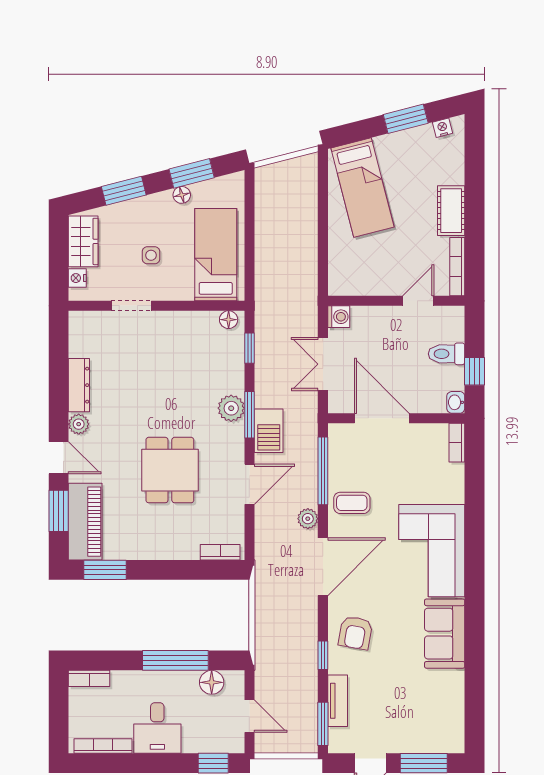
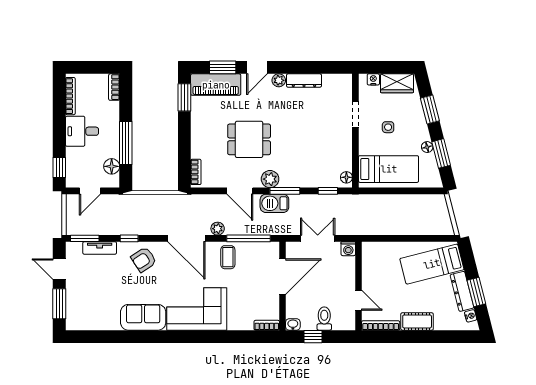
dresser: (405, 141) -> (462, 291), added
plant: (231, 408) -> (270, 179), moved
armchair: (355, 633) -> (144, 260), turned -43

